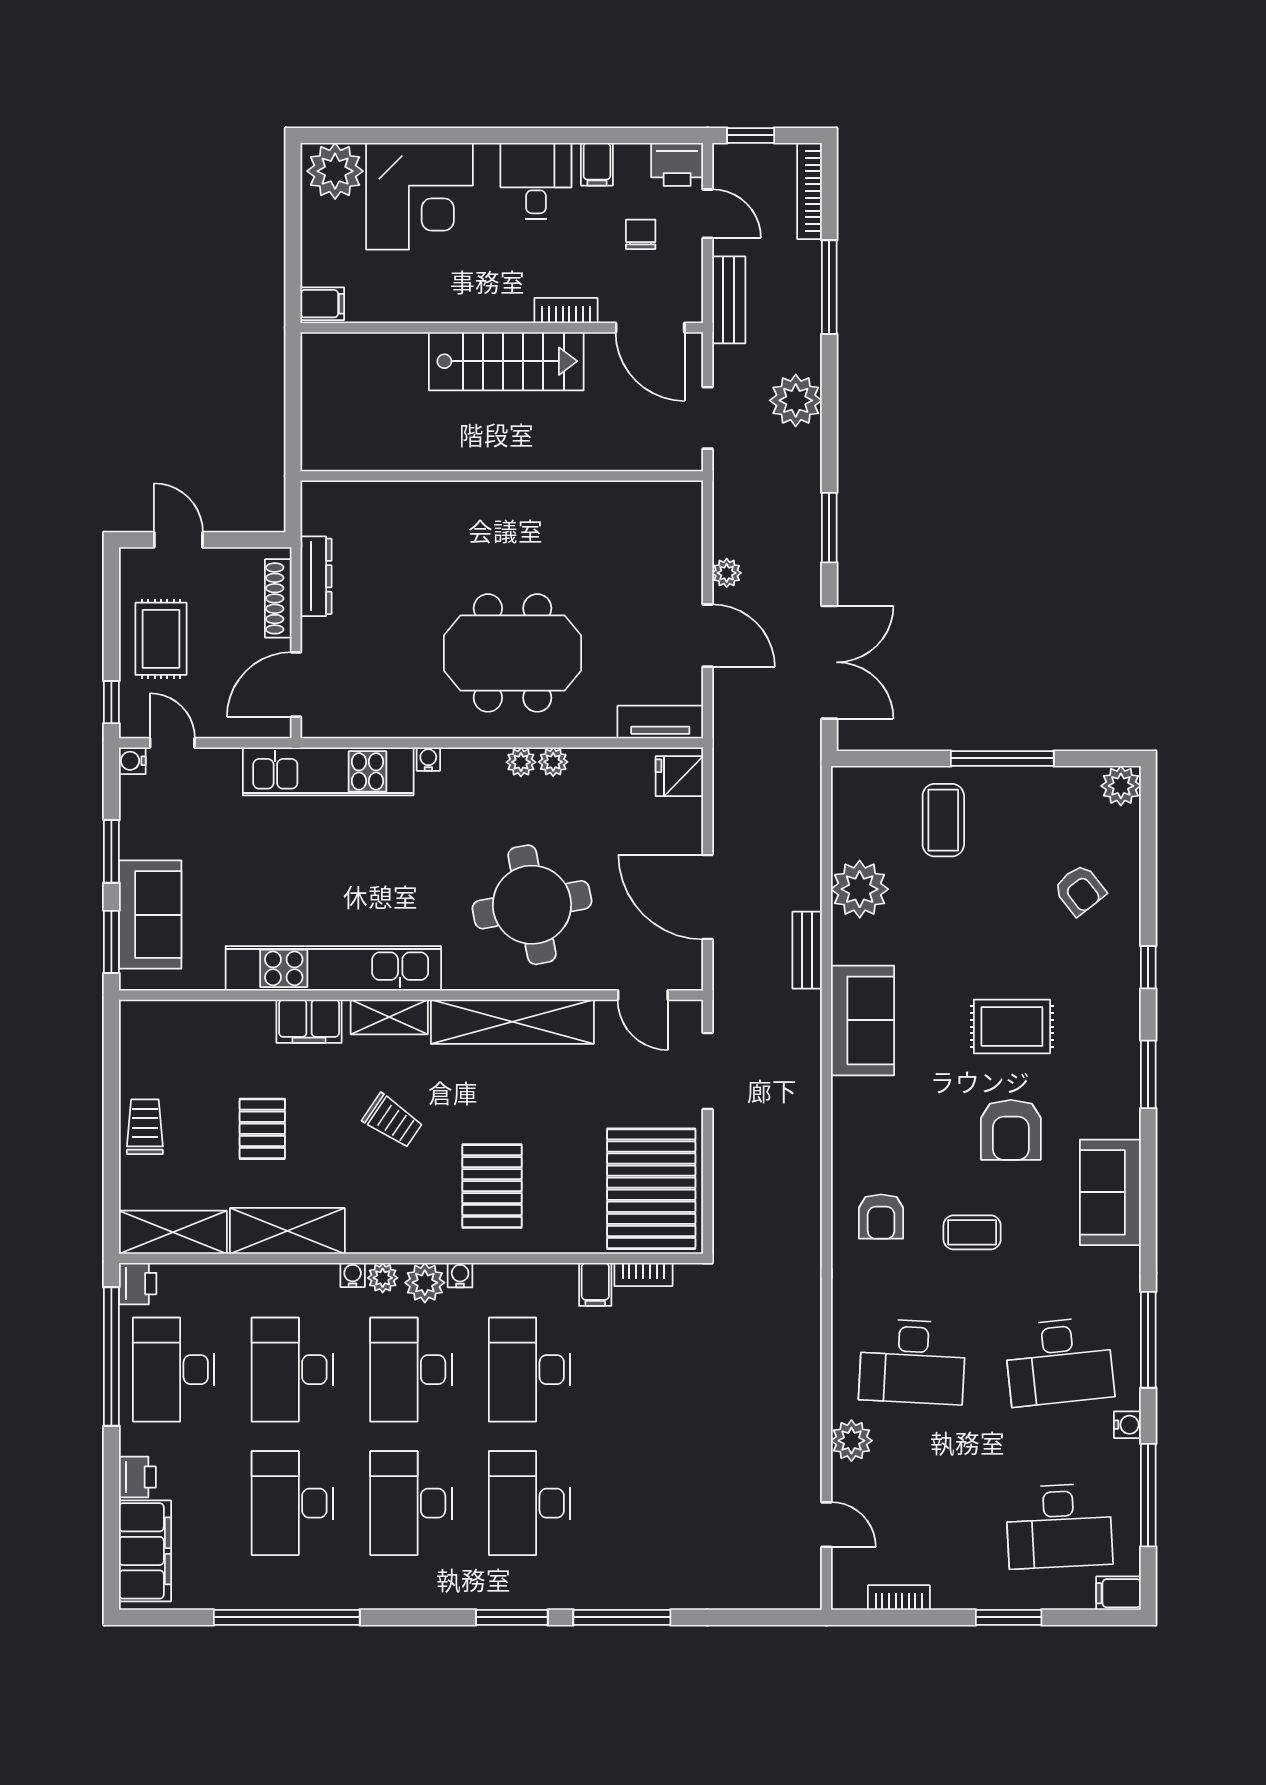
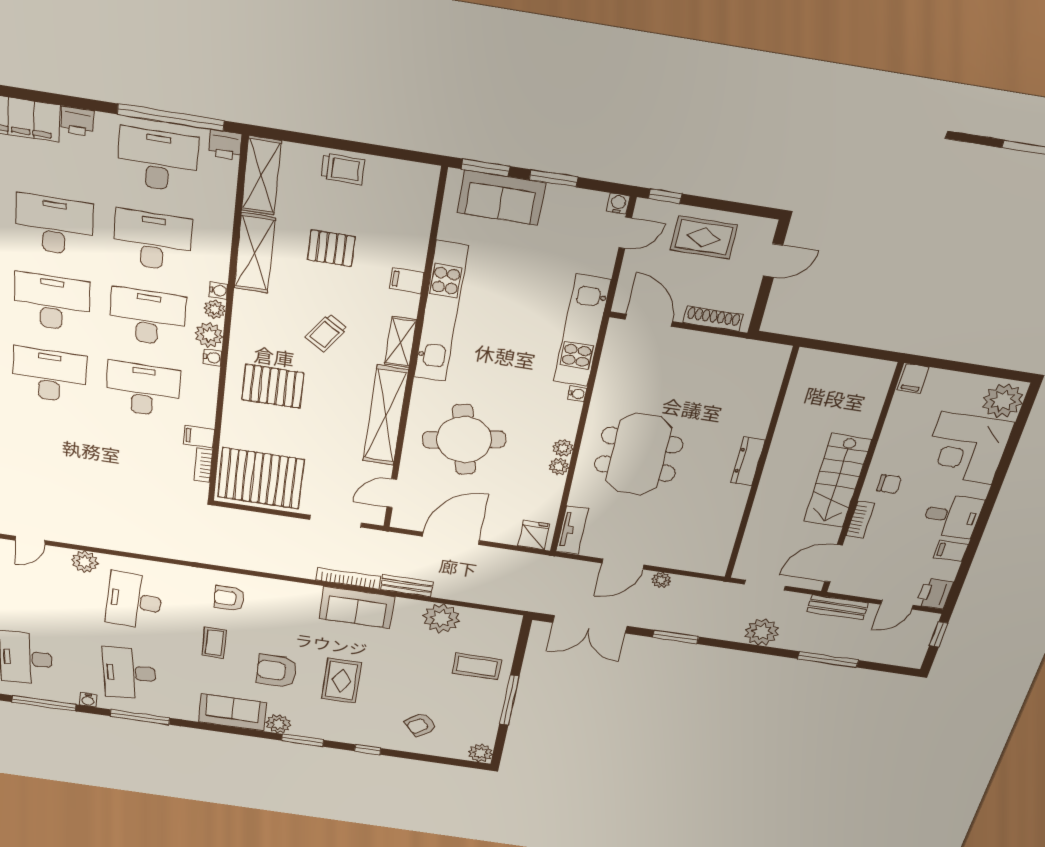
bookcase: (810, 191) -> (348, 578), moved
chair: (641, 234) -> (889, 484), moved
dresser: (316, 576) -> (748, 461), moved, turned 90
filing cabinet: (309, 1021) -> (407, 280), width x0.50
plant: (1121, 1116) -> (279, 724), added

